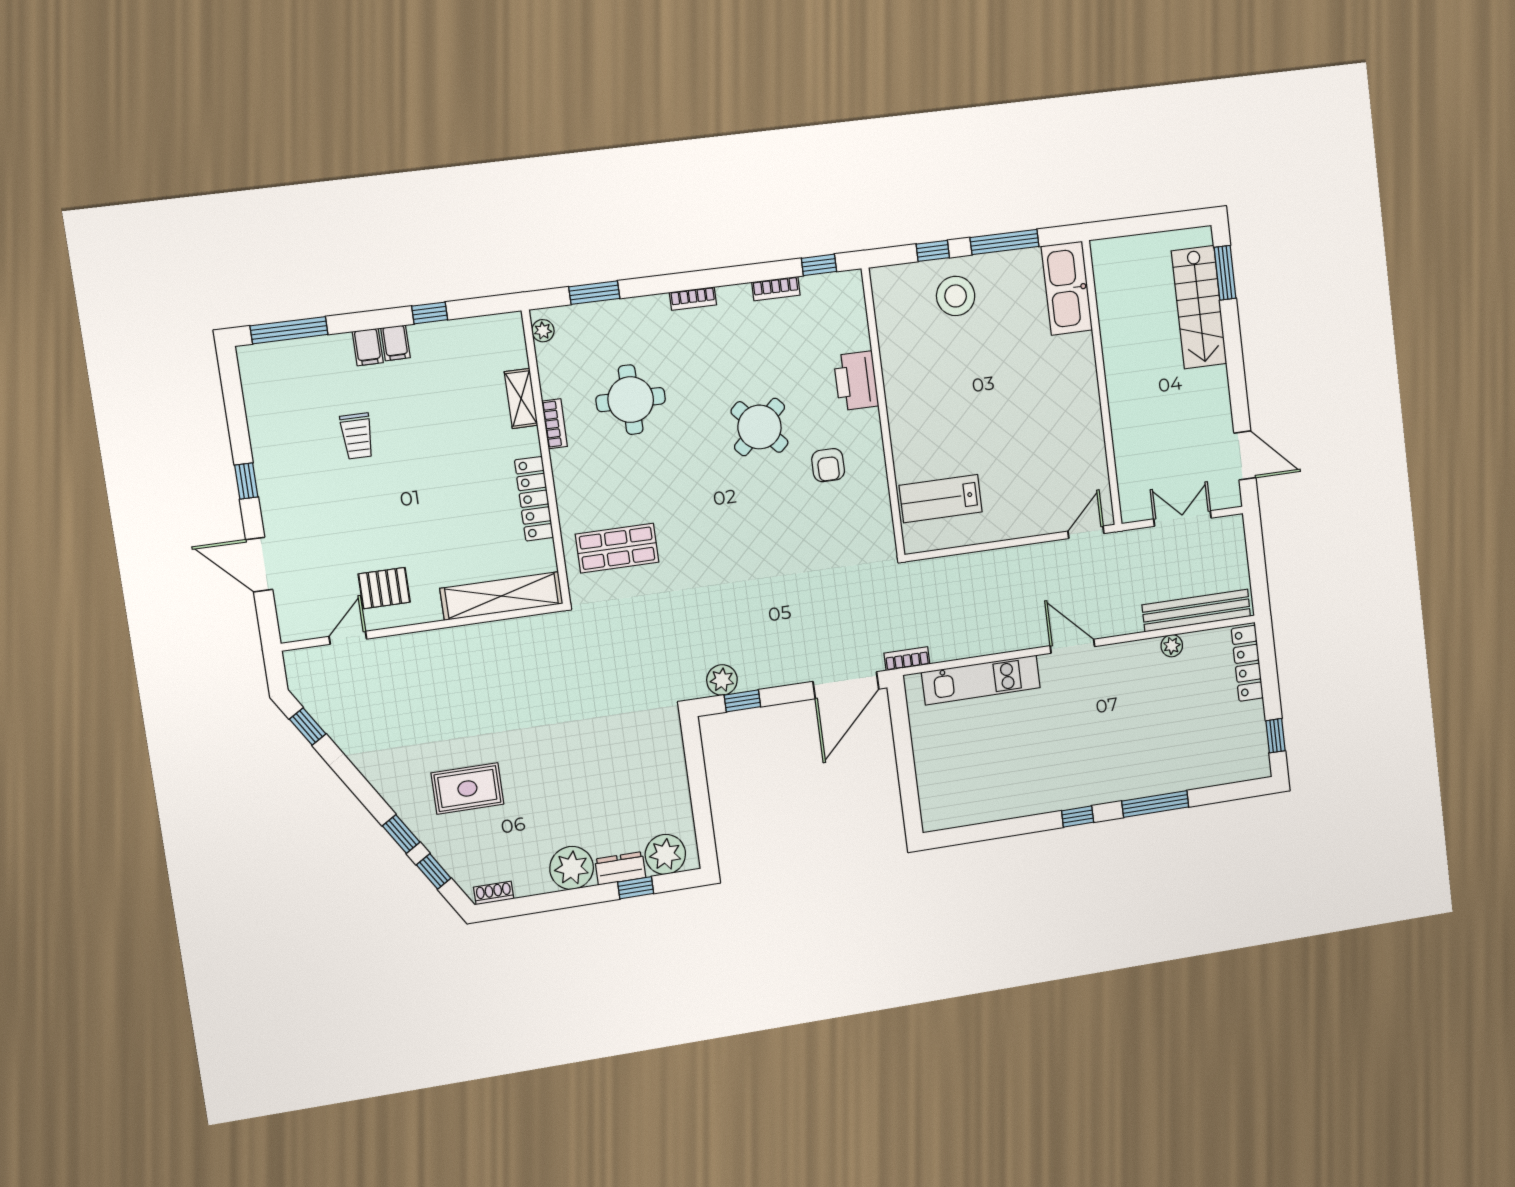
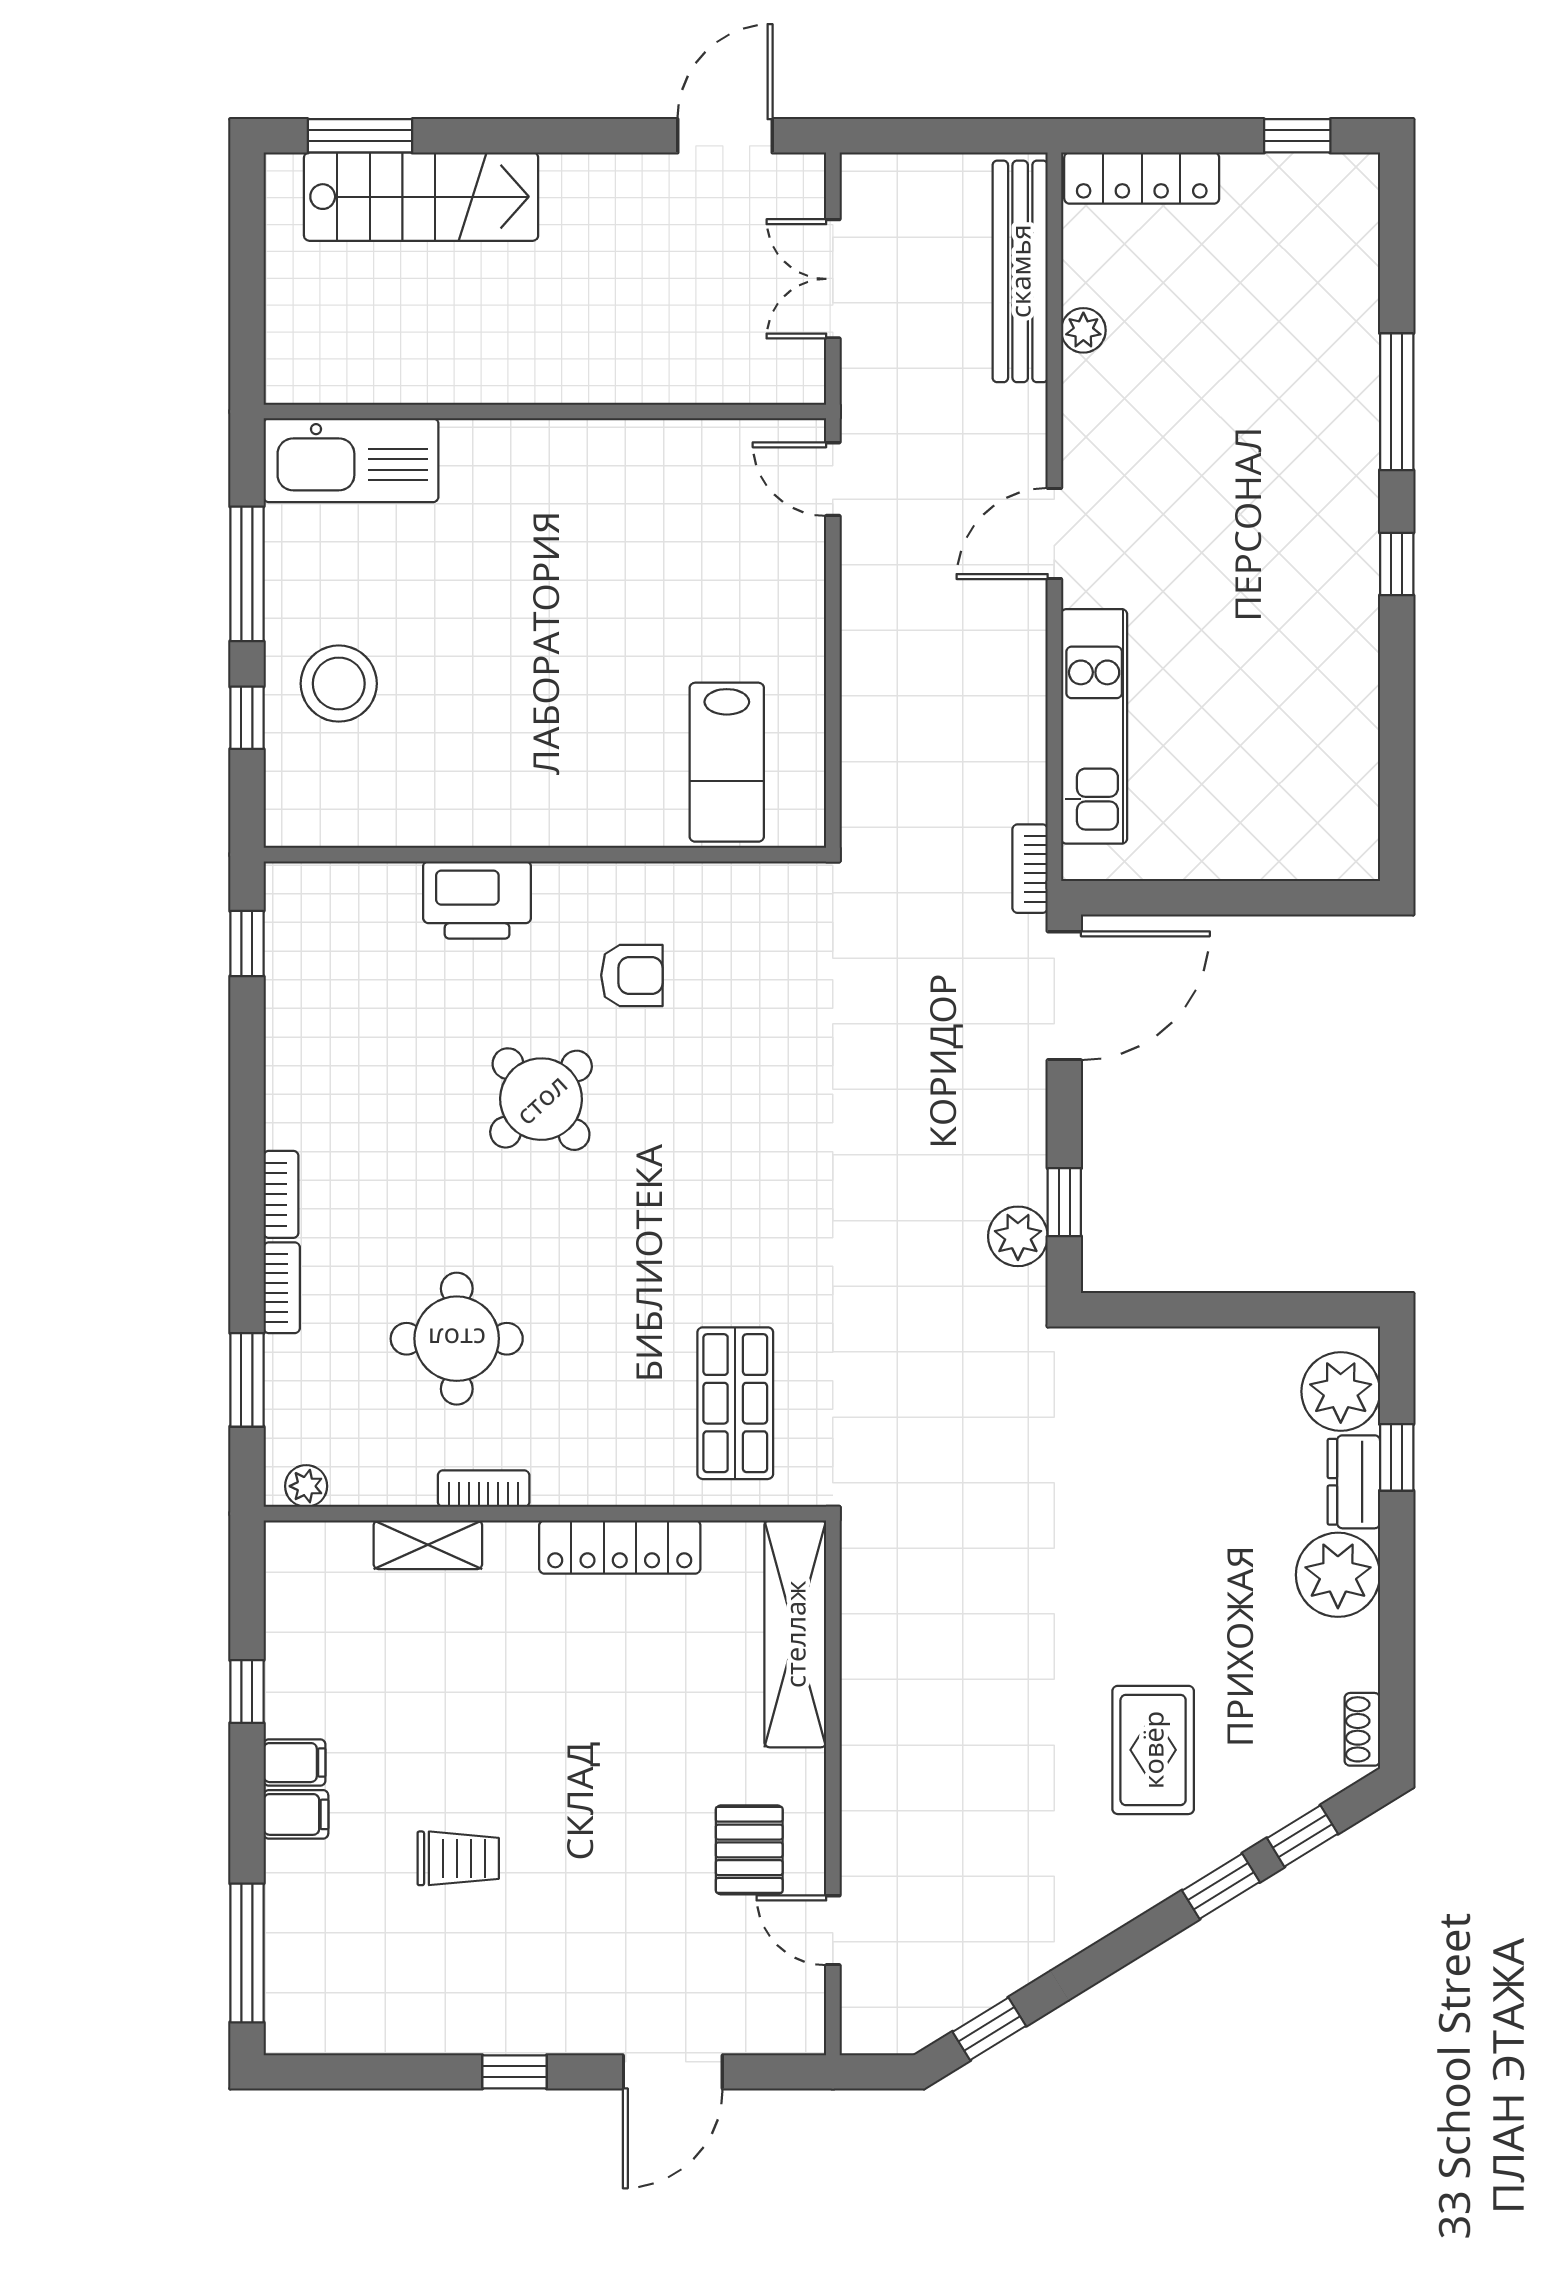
bookcase: (776, 289) -> (282, 1288), moved
door: (846, 685) -> (1064, 996), hinge flipped

